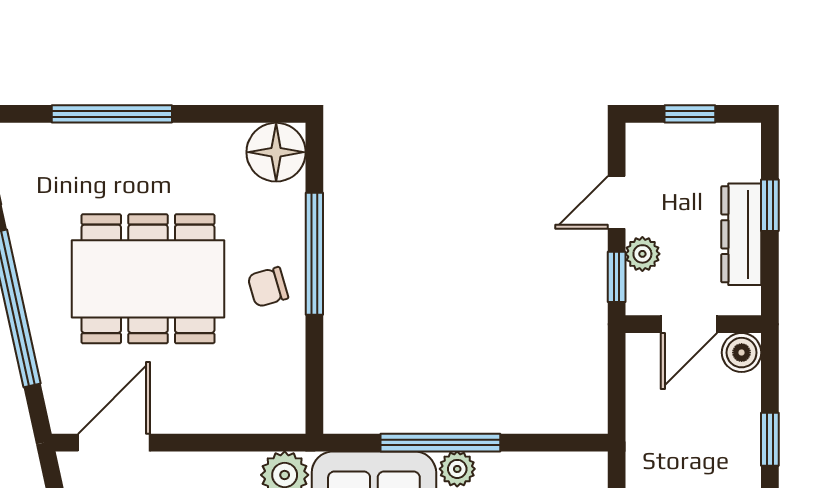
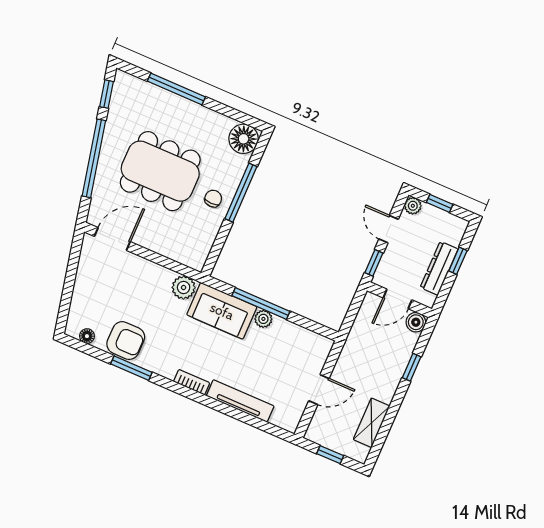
door: (617, 202) -> (389, 229), hinge flipped
plant: (642, 254) -> (413, 206), moved
chair: (268, 287) -> (213, 199), turned 106

